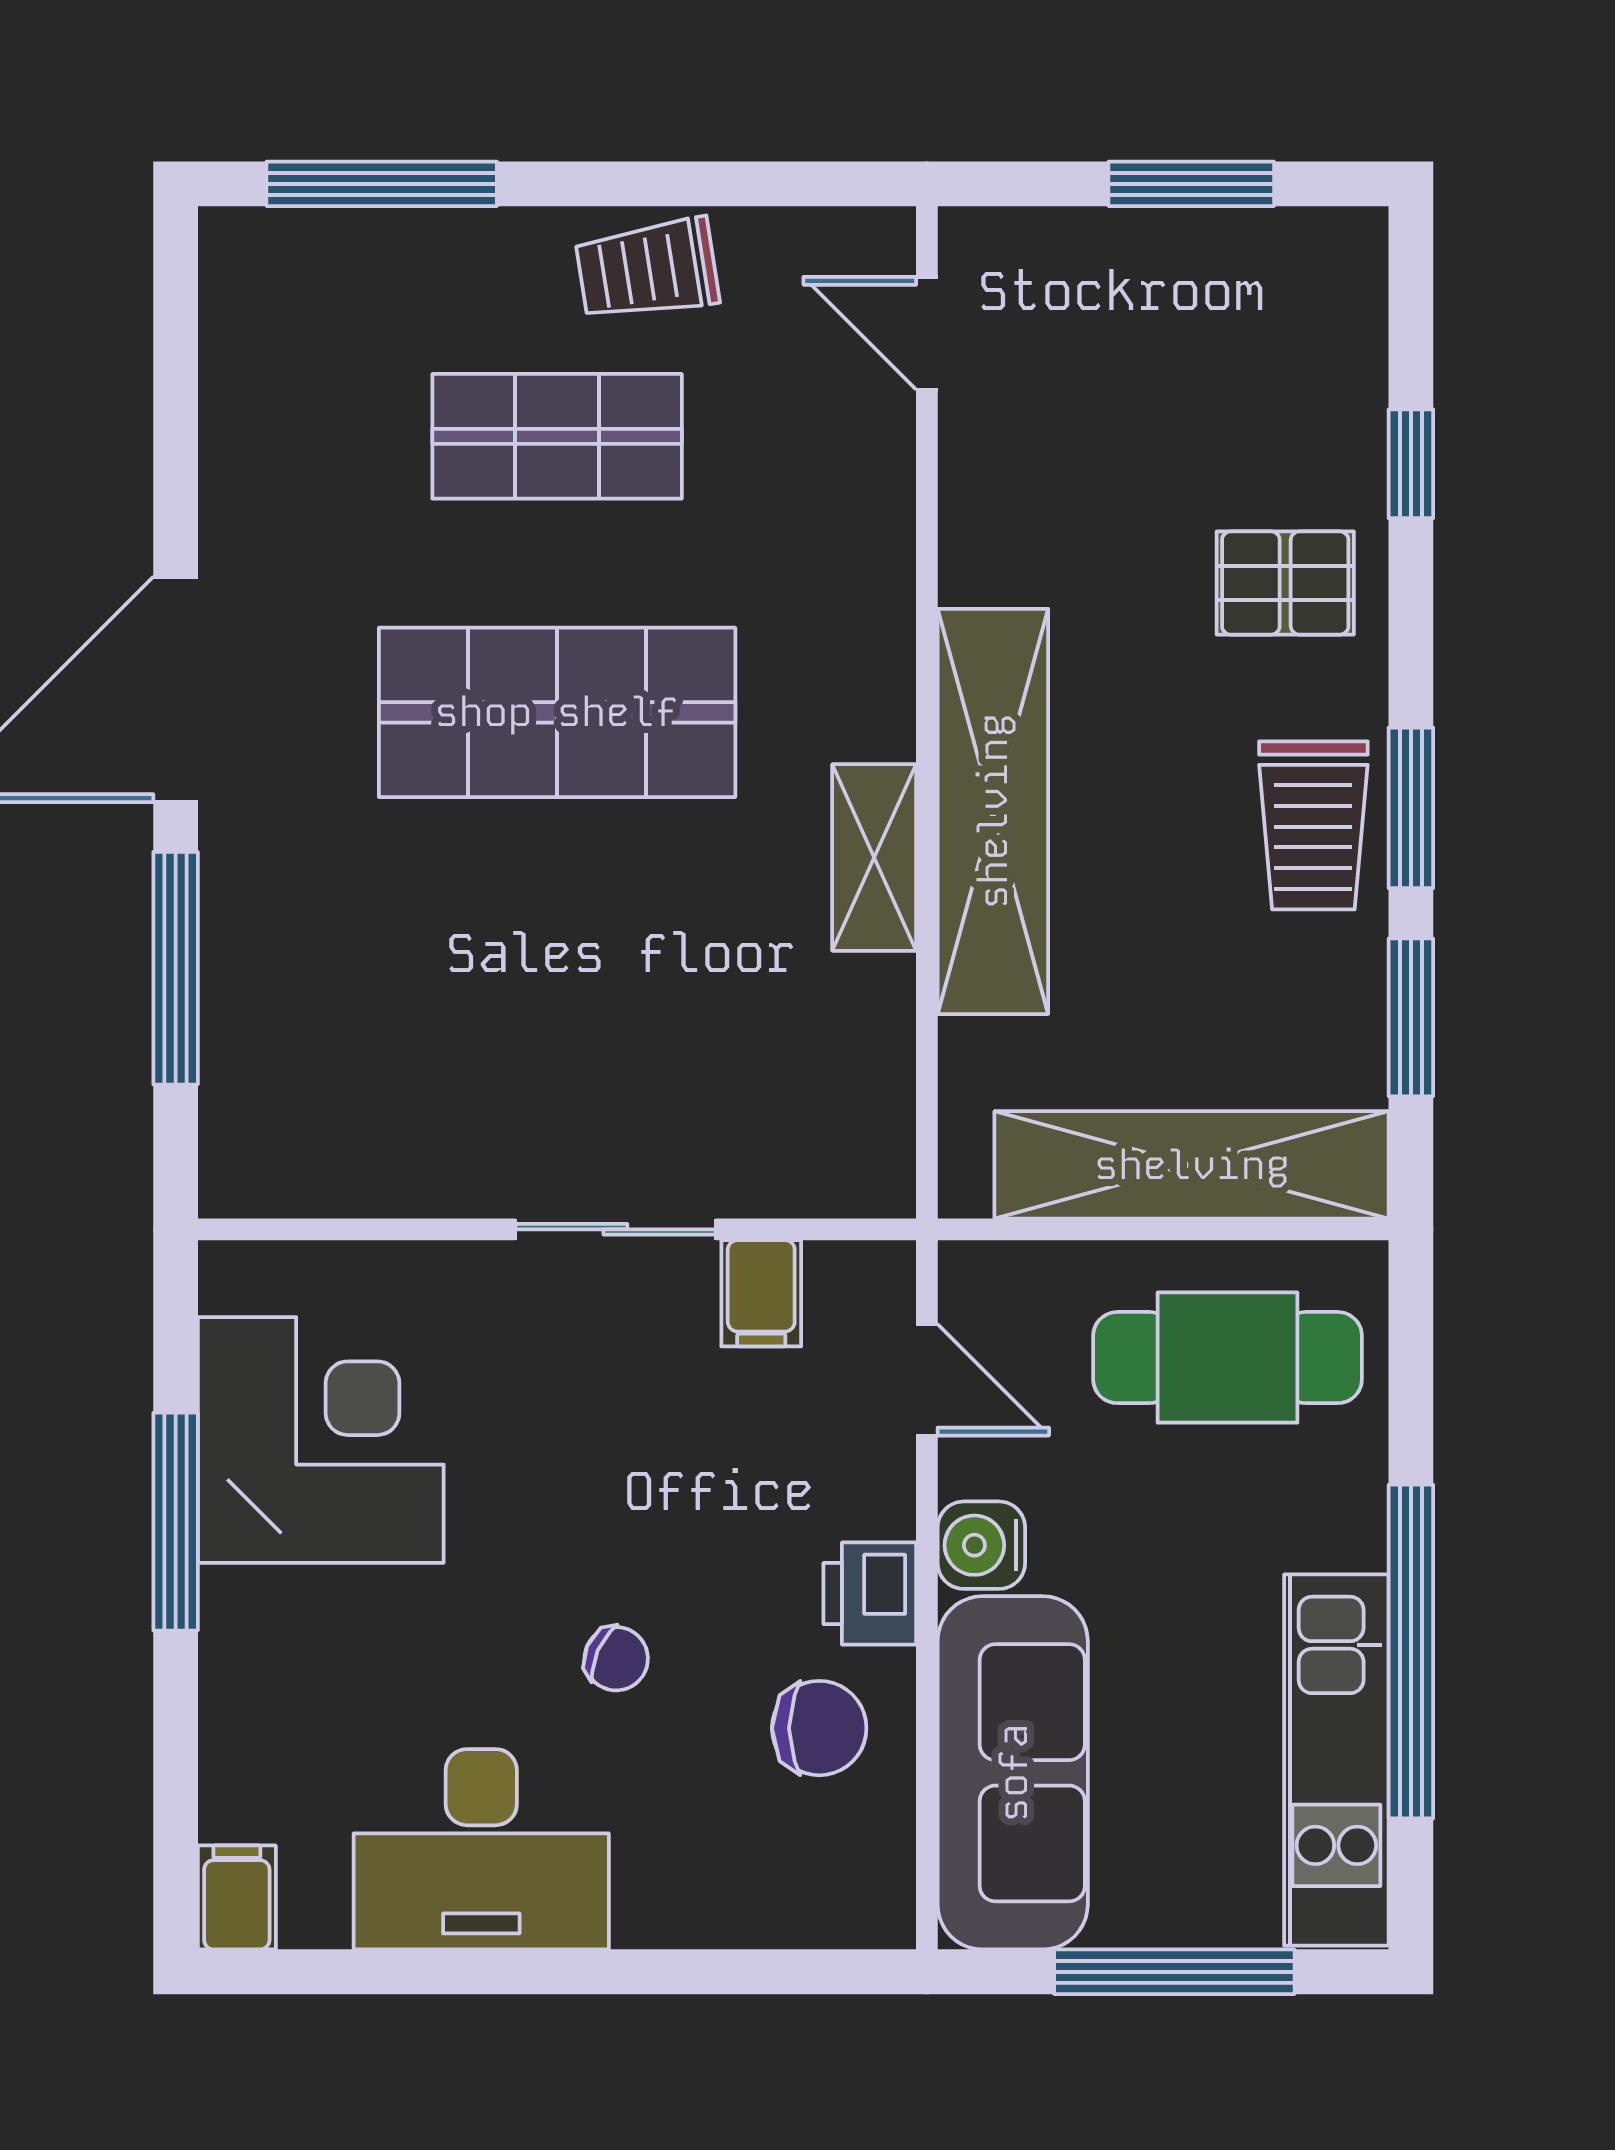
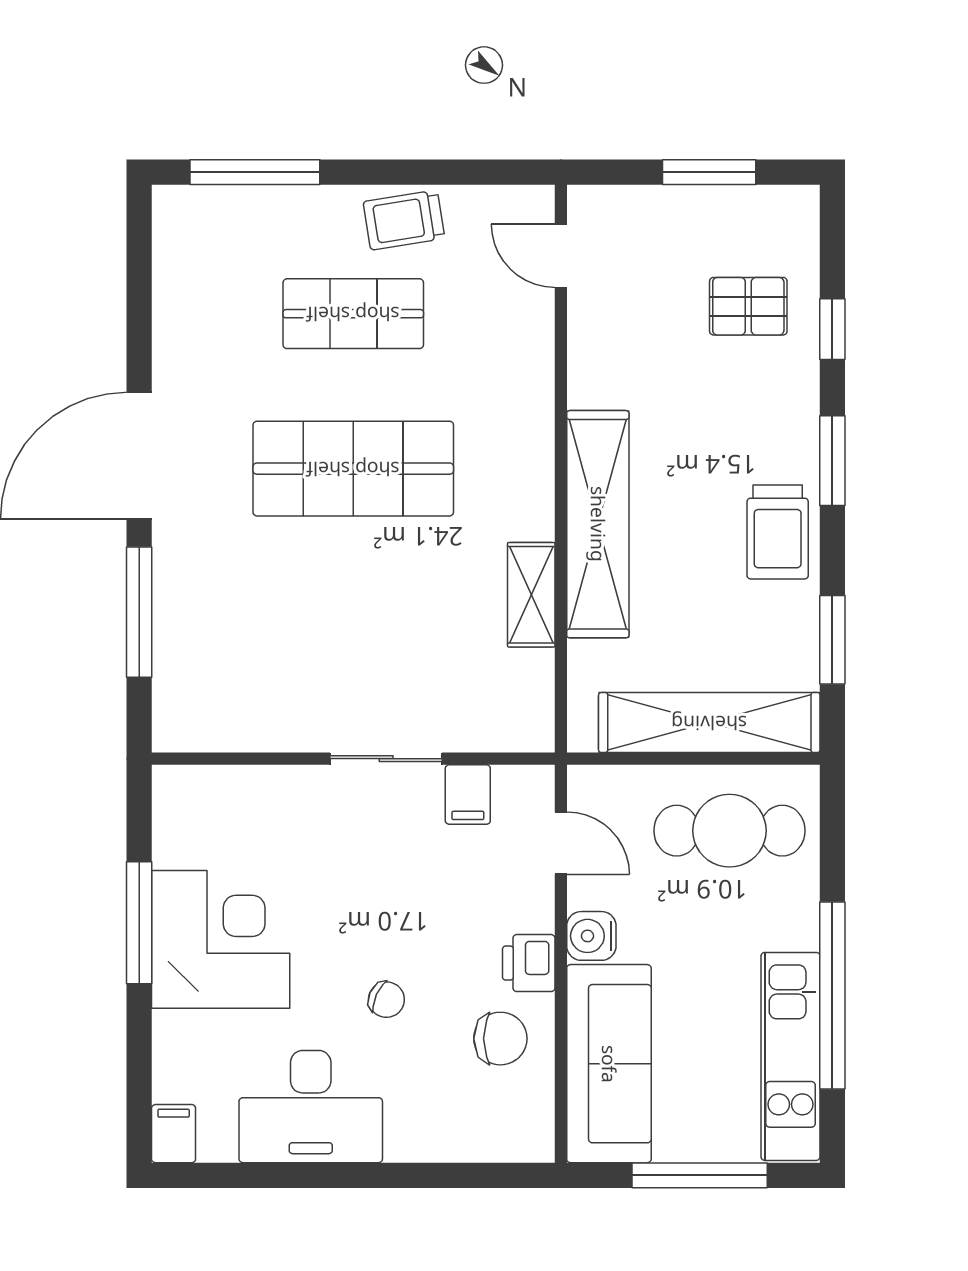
pallet: (1285, 583) -> (748, 306), moved
window: (1411, 808) -> (832, 461), moved
shelving: (874, 858) -> (531, 595), moved
corner desk: (321, 1440) -> (221, 939), moved

